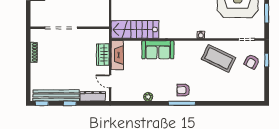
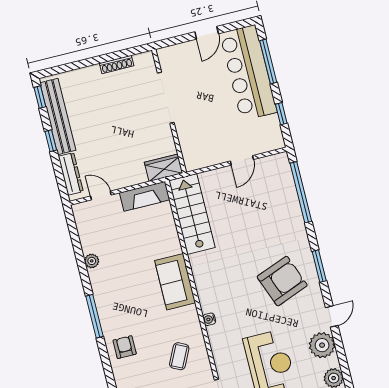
sofa: (158, 50) -> (175, 282), moved
wardrobe: (103, 55) -> (164, 168), moved
coffee table: (219, 58) -> (179, 356), width x0.54, depth x0.58
door: (110, 81) -> (101, 195), hinge flipped
armchair: (183, 90) -> (125, 347), moved

